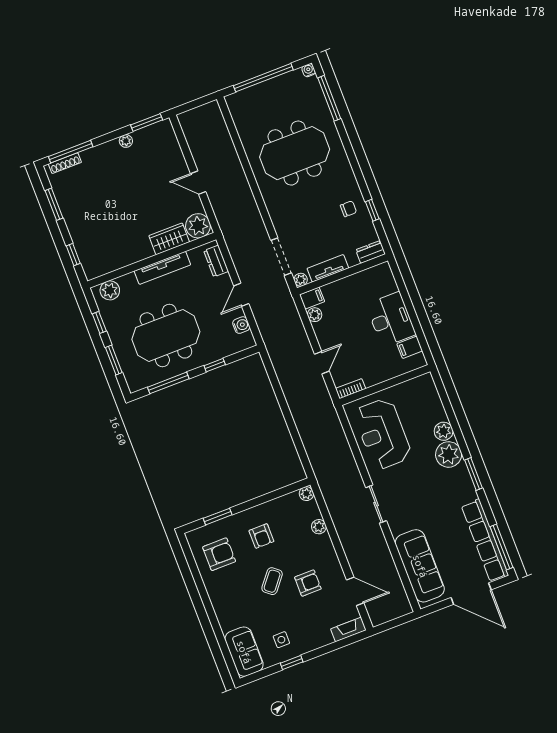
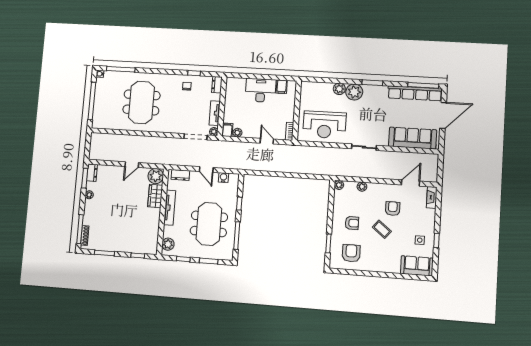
dresser: (159, 129) -> (92, 173), added

